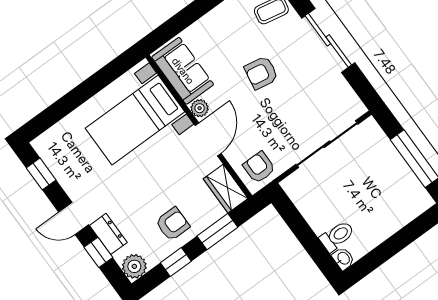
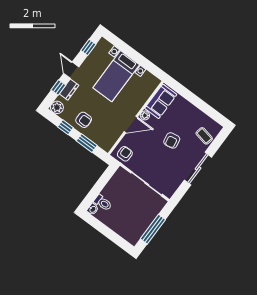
armchair: (261, 73) -> (172, 140), turned -110
bed with nightstands: (135, 120) -> (116, 76), moved, turned -90
wardrobe: (226, 189) -> (109, 141), removed

